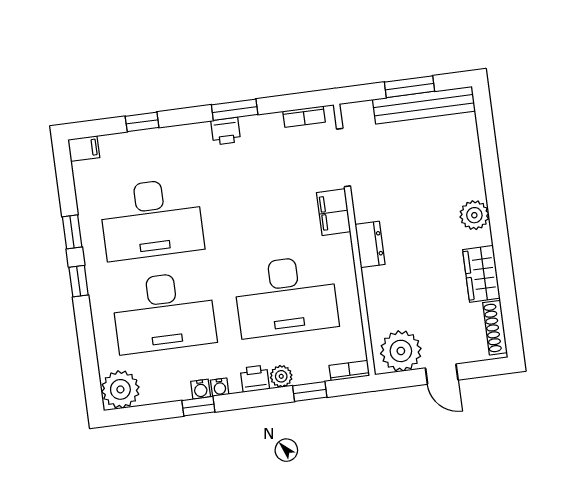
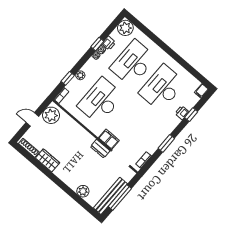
window: (409, 87) -> (120, 197), width x1.44
printer: (226, 131) -> (182, 113), moved
plant: (474, 215) -> (83, 191), moved
window: (72, 232) -> (183, 62), removed
dresser: (370, 244) -> (100, 149), moved
window: (79, 281) -> (167, 49), removed
printer: (255, 379) -> (109, 43), moved

